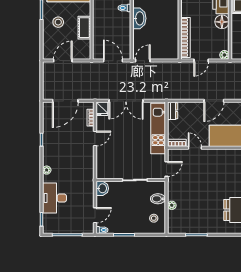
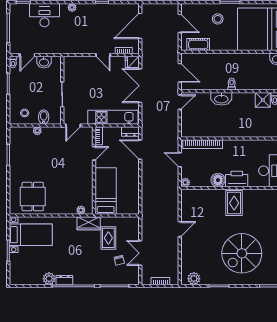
cot: (84, 28) -> (198, 45), moved
door: (113, 61) -> (180, 73), hinge flipped
door: (143, 61) -> (180, 102), hinge flipped
door: (65, 101) -> (140, 26), hinge flipped
door: (214, 101) -> (140, 150), moved
door: (166, 169) -> (73, 125), hinge flipped
washbasin: (102, 188) -> (44, 62), moved
door: (95, 215) -> (27, 55), hinge flipped

